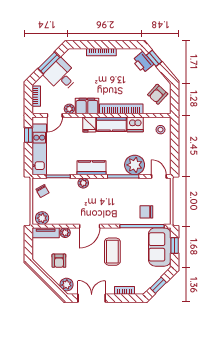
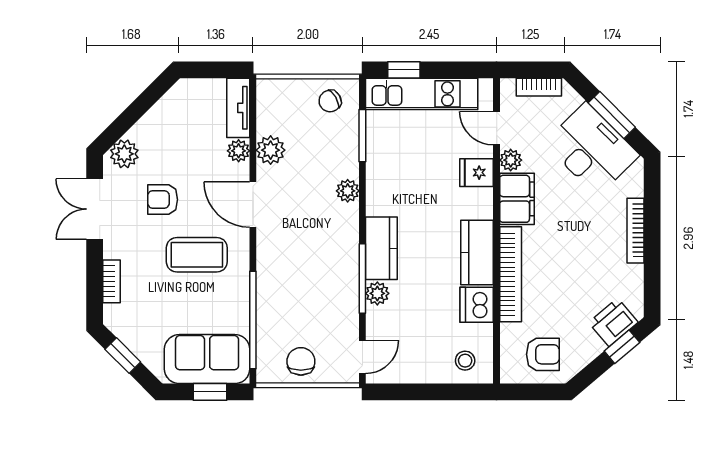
desk: (61, 75) -> (592, 149), width x1.37
armchair: (158, 94) -> (543, 354), turned 137
fridge: (89, 124) -> (477, 173), moved
window: (28, 135) -> (404, 70), moved
plant: (135, 165) -> (377, 293), width x0.53, depth x0.53
kitchen counter: (92, 168) -> (381, 248), moved
chair: (146, 212) -> (301, 361), moved
plant: (42, 218) -> (271, 150), moved
armchair: (59, 261) -> (163, 199), moved
double door: (92, 298) -> (95, 209), swing flipped

